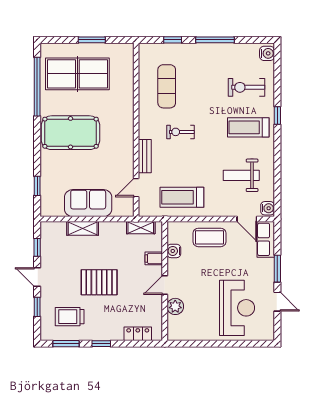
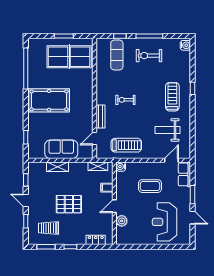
table tennis table: (77, 74) -> (69, 57), moved
exercise mat: (167, 86) -> (117, 55), moved
exercise bike: (246, 87) -> (149, 56), moved
treadmill: (248, 127) -> (172, 97), turned 90
treadmill: (182, 197) -> (126, 145), turned 180
water cooler: (268, 208) -> (186, 153), removed
door: (247, 219) -> (171, 160), swing flipped
coffee table: (209, 237) -> (150, 186), moved
water cooler: (174, 251) -> (121, 167), moved
reception desk: (237, 308) -> (165, 222), turned 180

